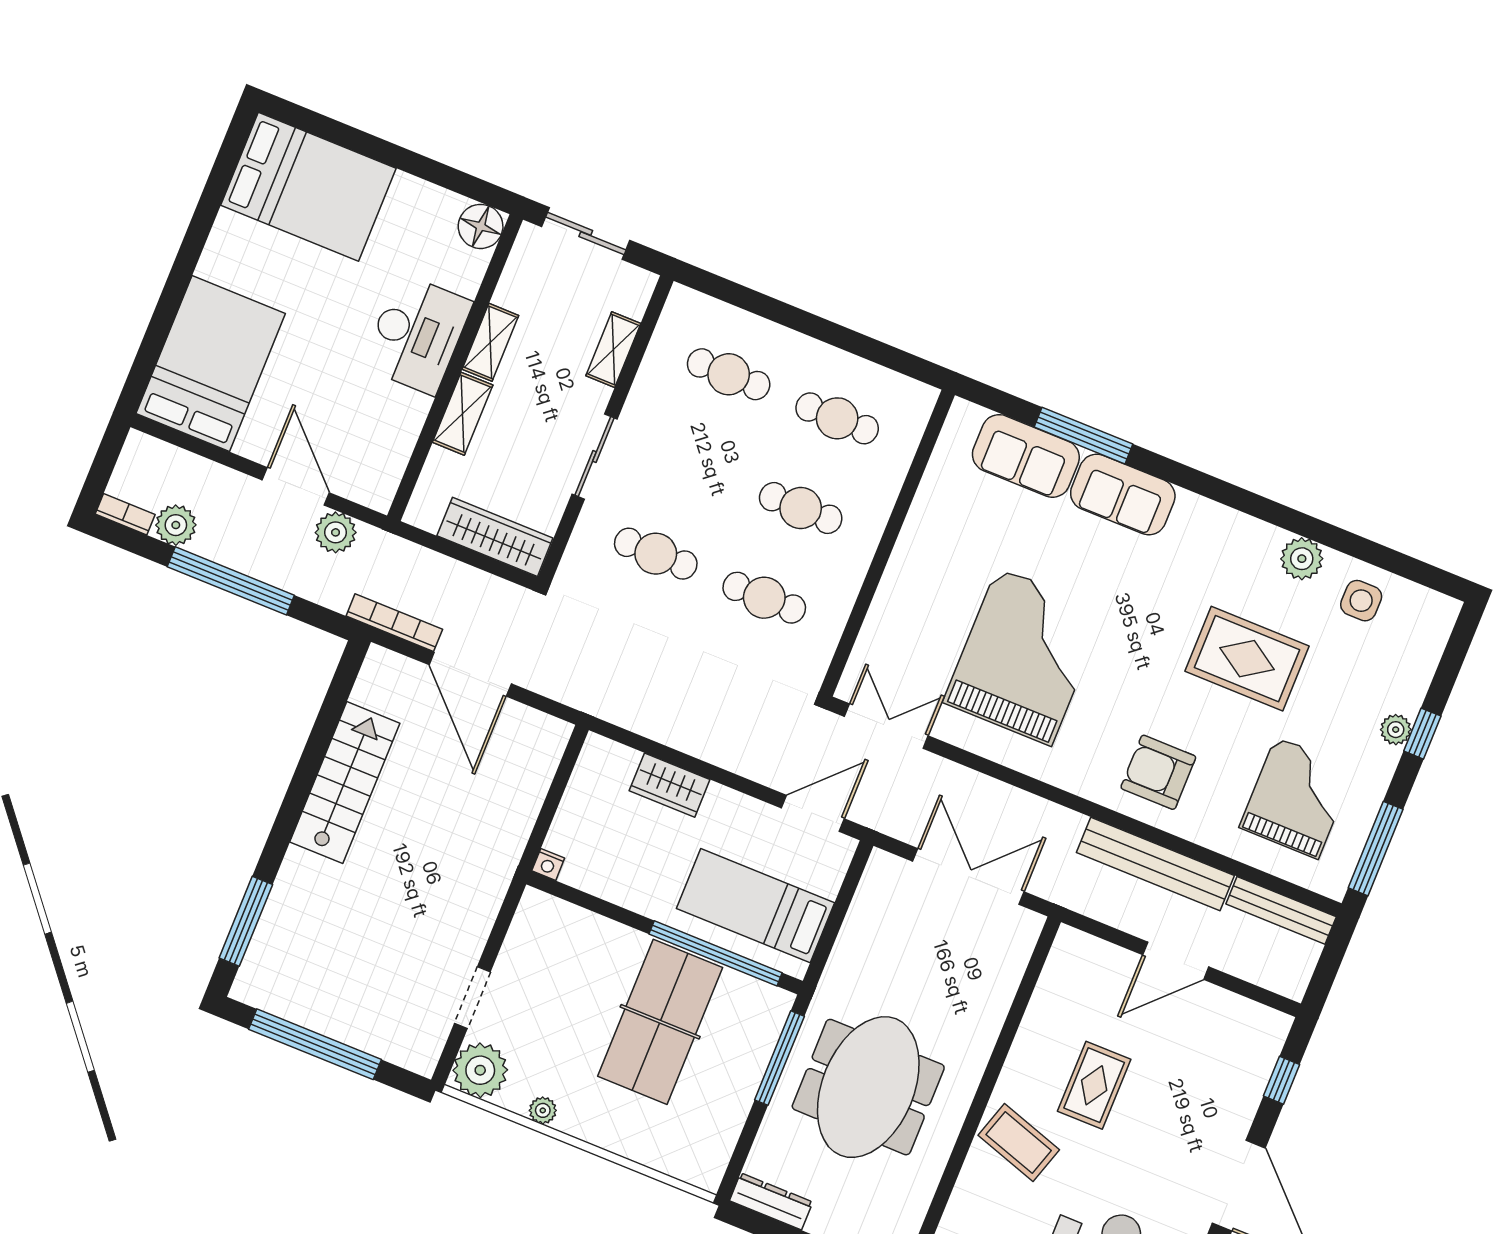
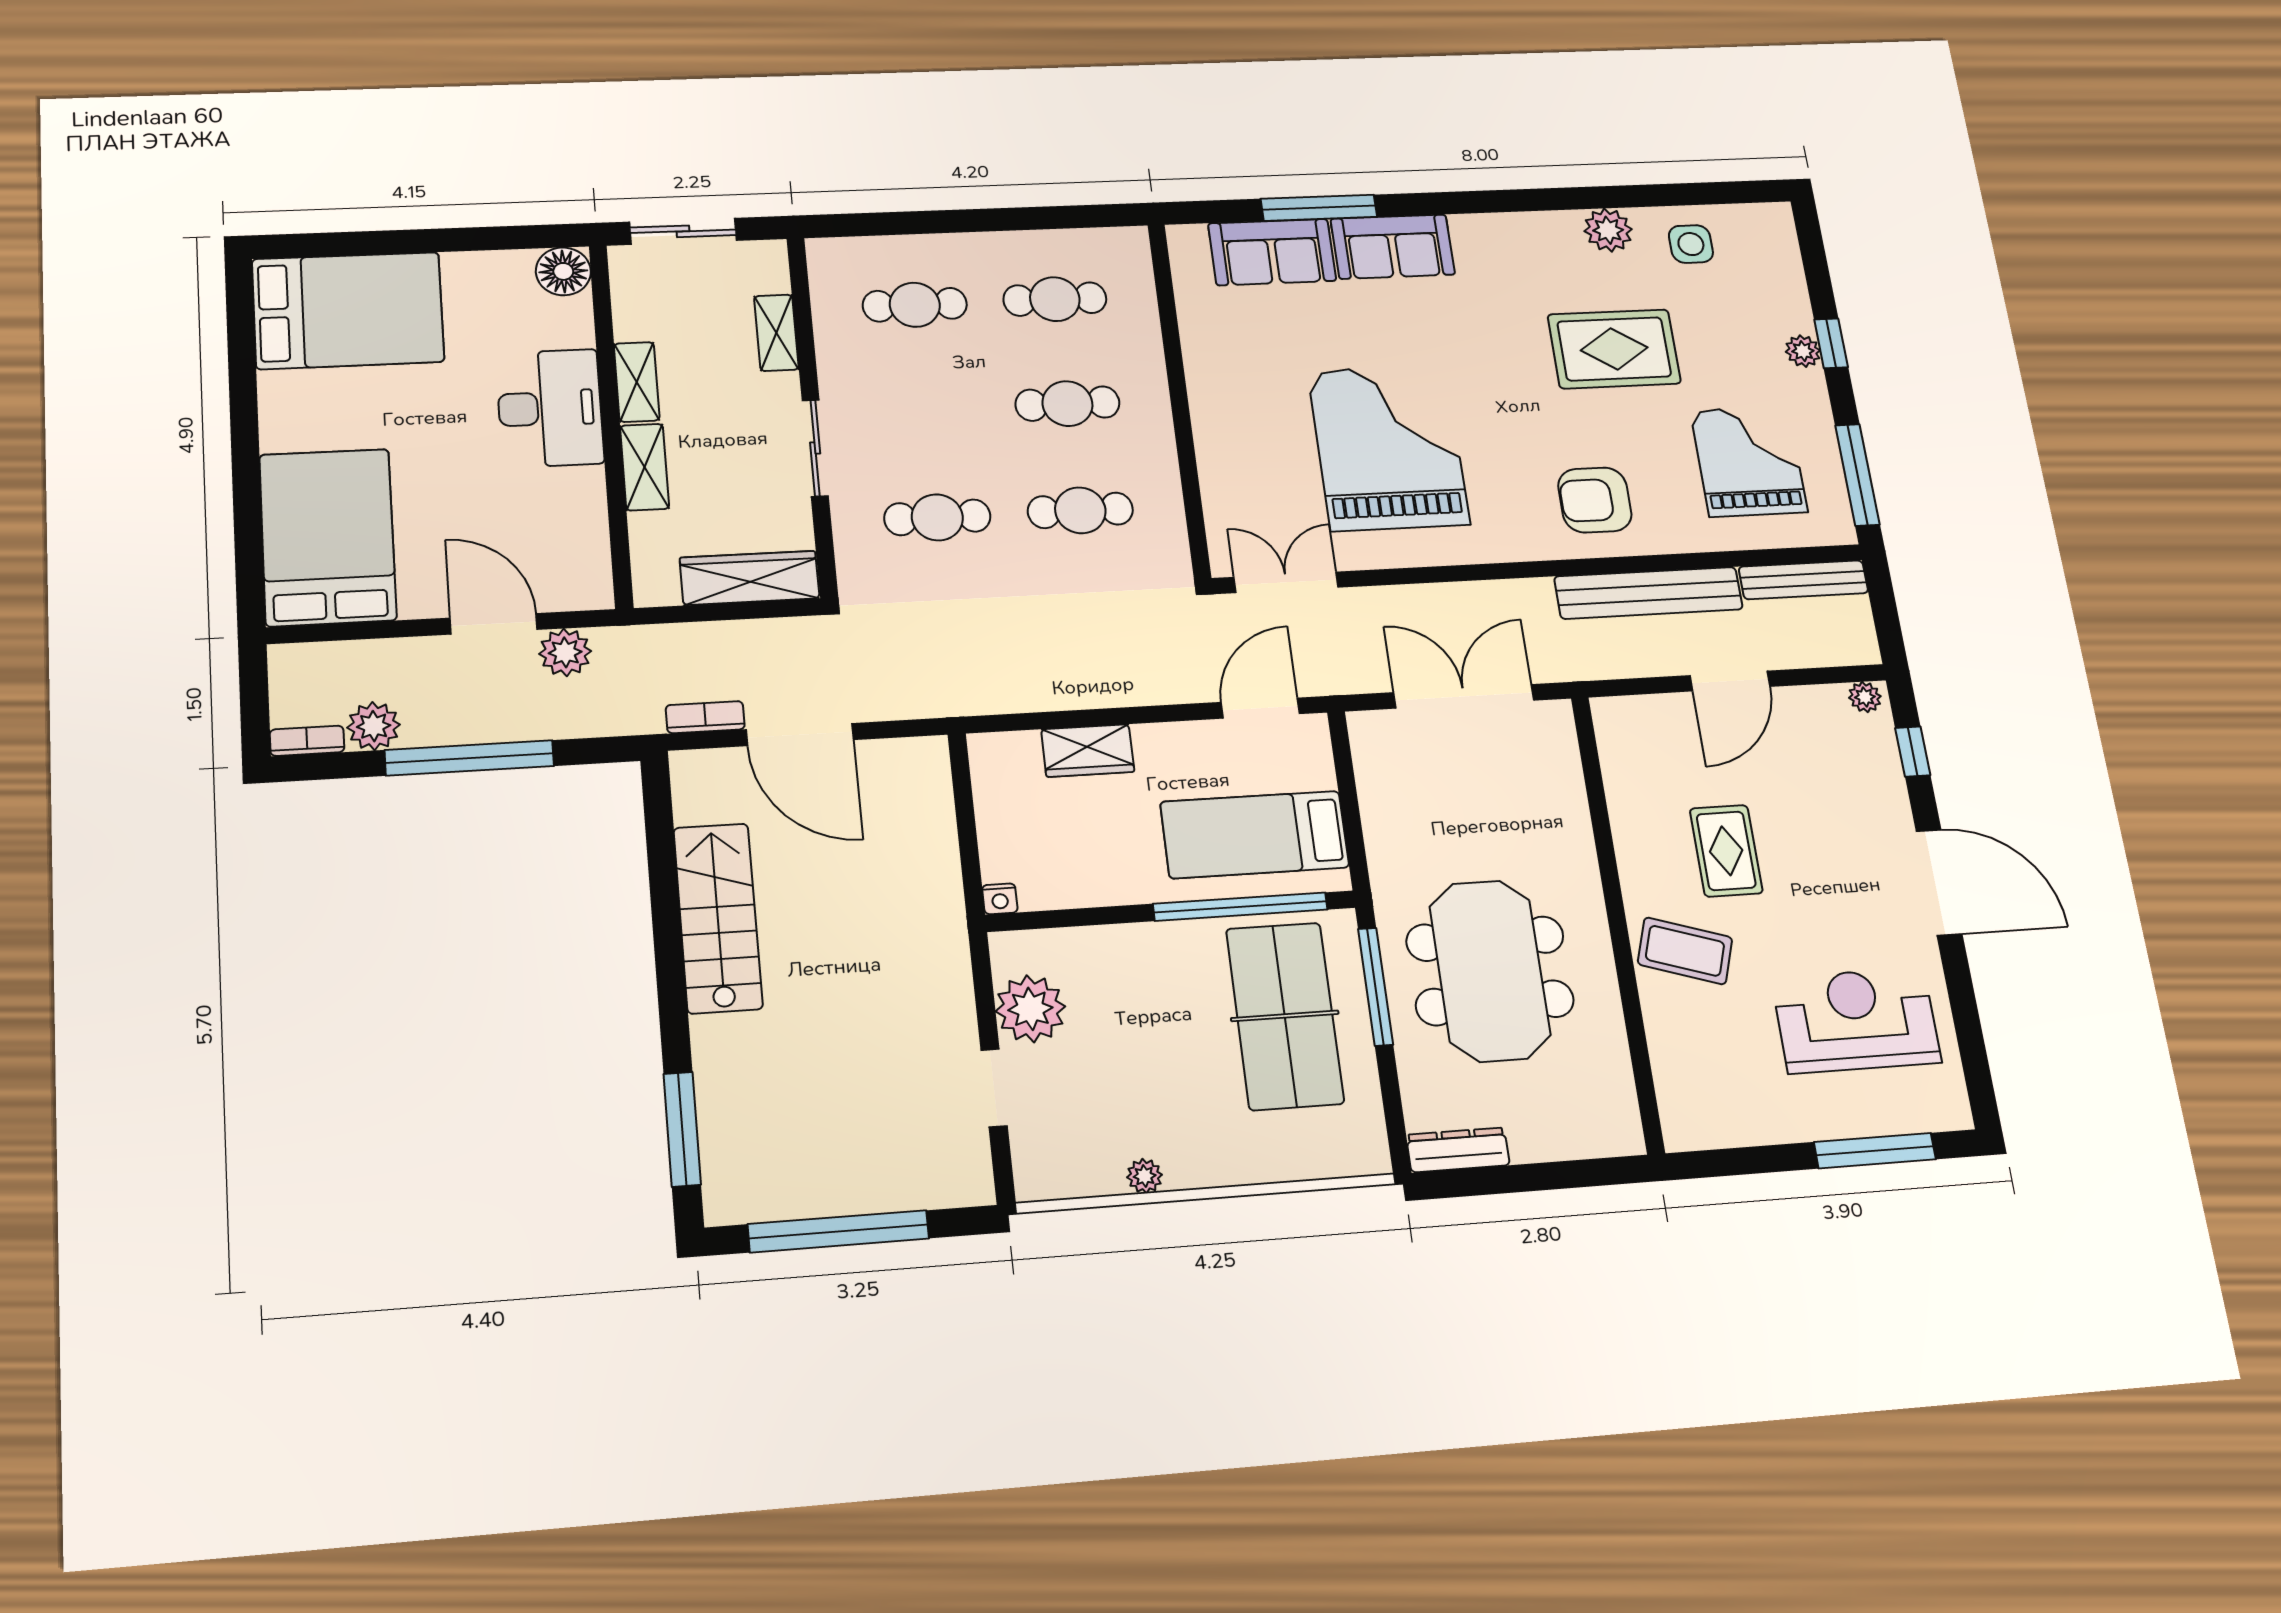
bookcase: (394, 623) -> (705, 717), width x0.64
table tennis table: (660, 1022) -> (1285, 1016), moved
plant: (1271, 1022) -> (1865, 697), added
plant: (480, 1070) -> (1030, 1009), moved

